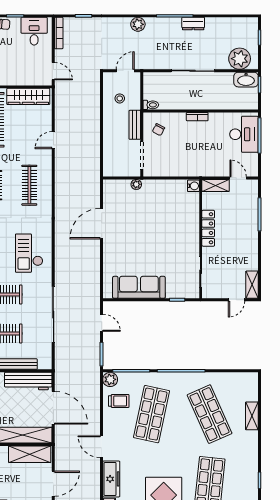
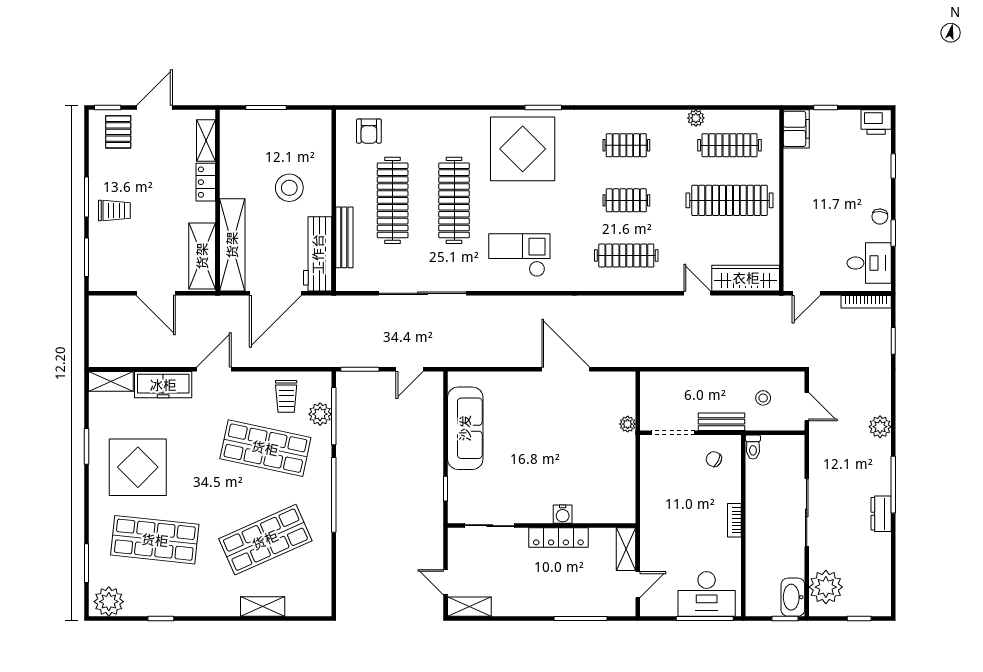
wardrobe: (28, 96) -> (746, 278), moved, turned 90
water cooler: (193, 186) -> (563, 514), moved
plant: (110, 379) -> (320, 414), moved

